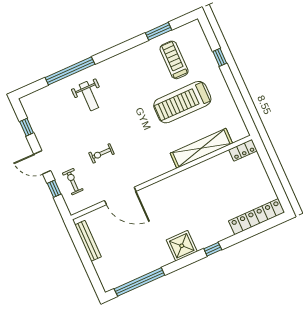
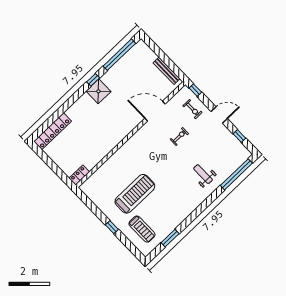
window: (220, 57) -> (112, 227), moved
treadmill: (174, 60) -> (142, 229), moved
window: (70, 71) -> (236, 174), moved
shelving: (201, 148) -> (109, 166), removed
window: (54, 189) -> (195, 90), moved
window: (213, 249) -> (93, 80), moved

